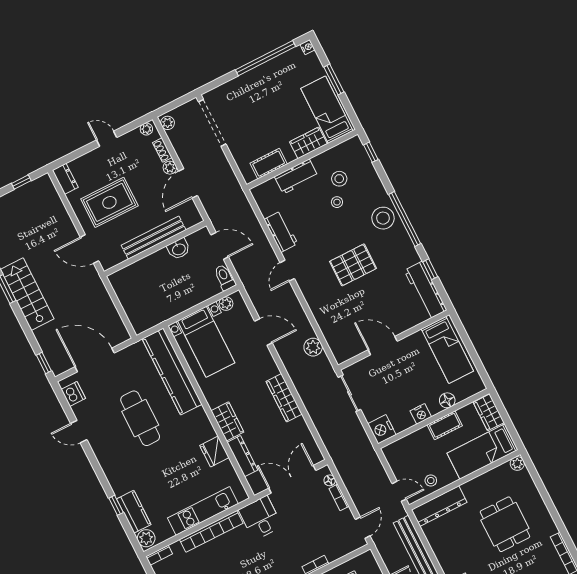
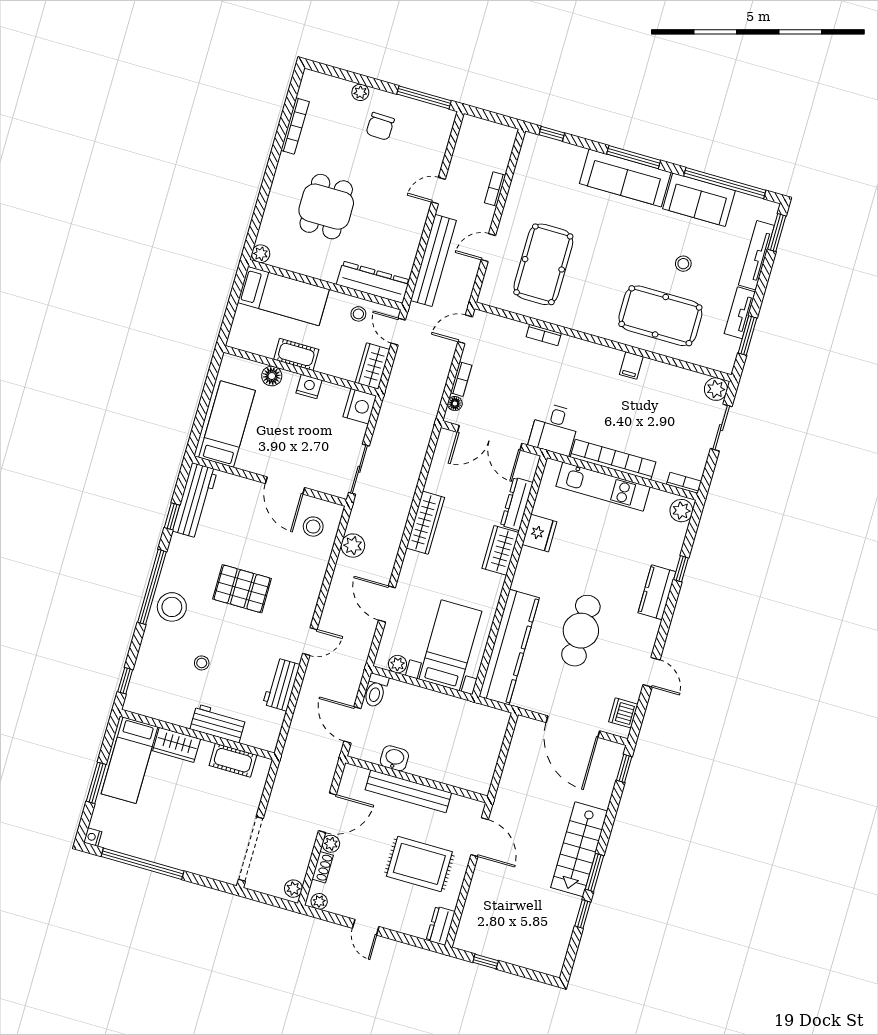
stool: (339, 179) -> (313, 527), moved
wardrobe: (489, 412) -> (372, 366), moved, turned 180
kitchen counter: (134, 512) -> (657, 592), moved

